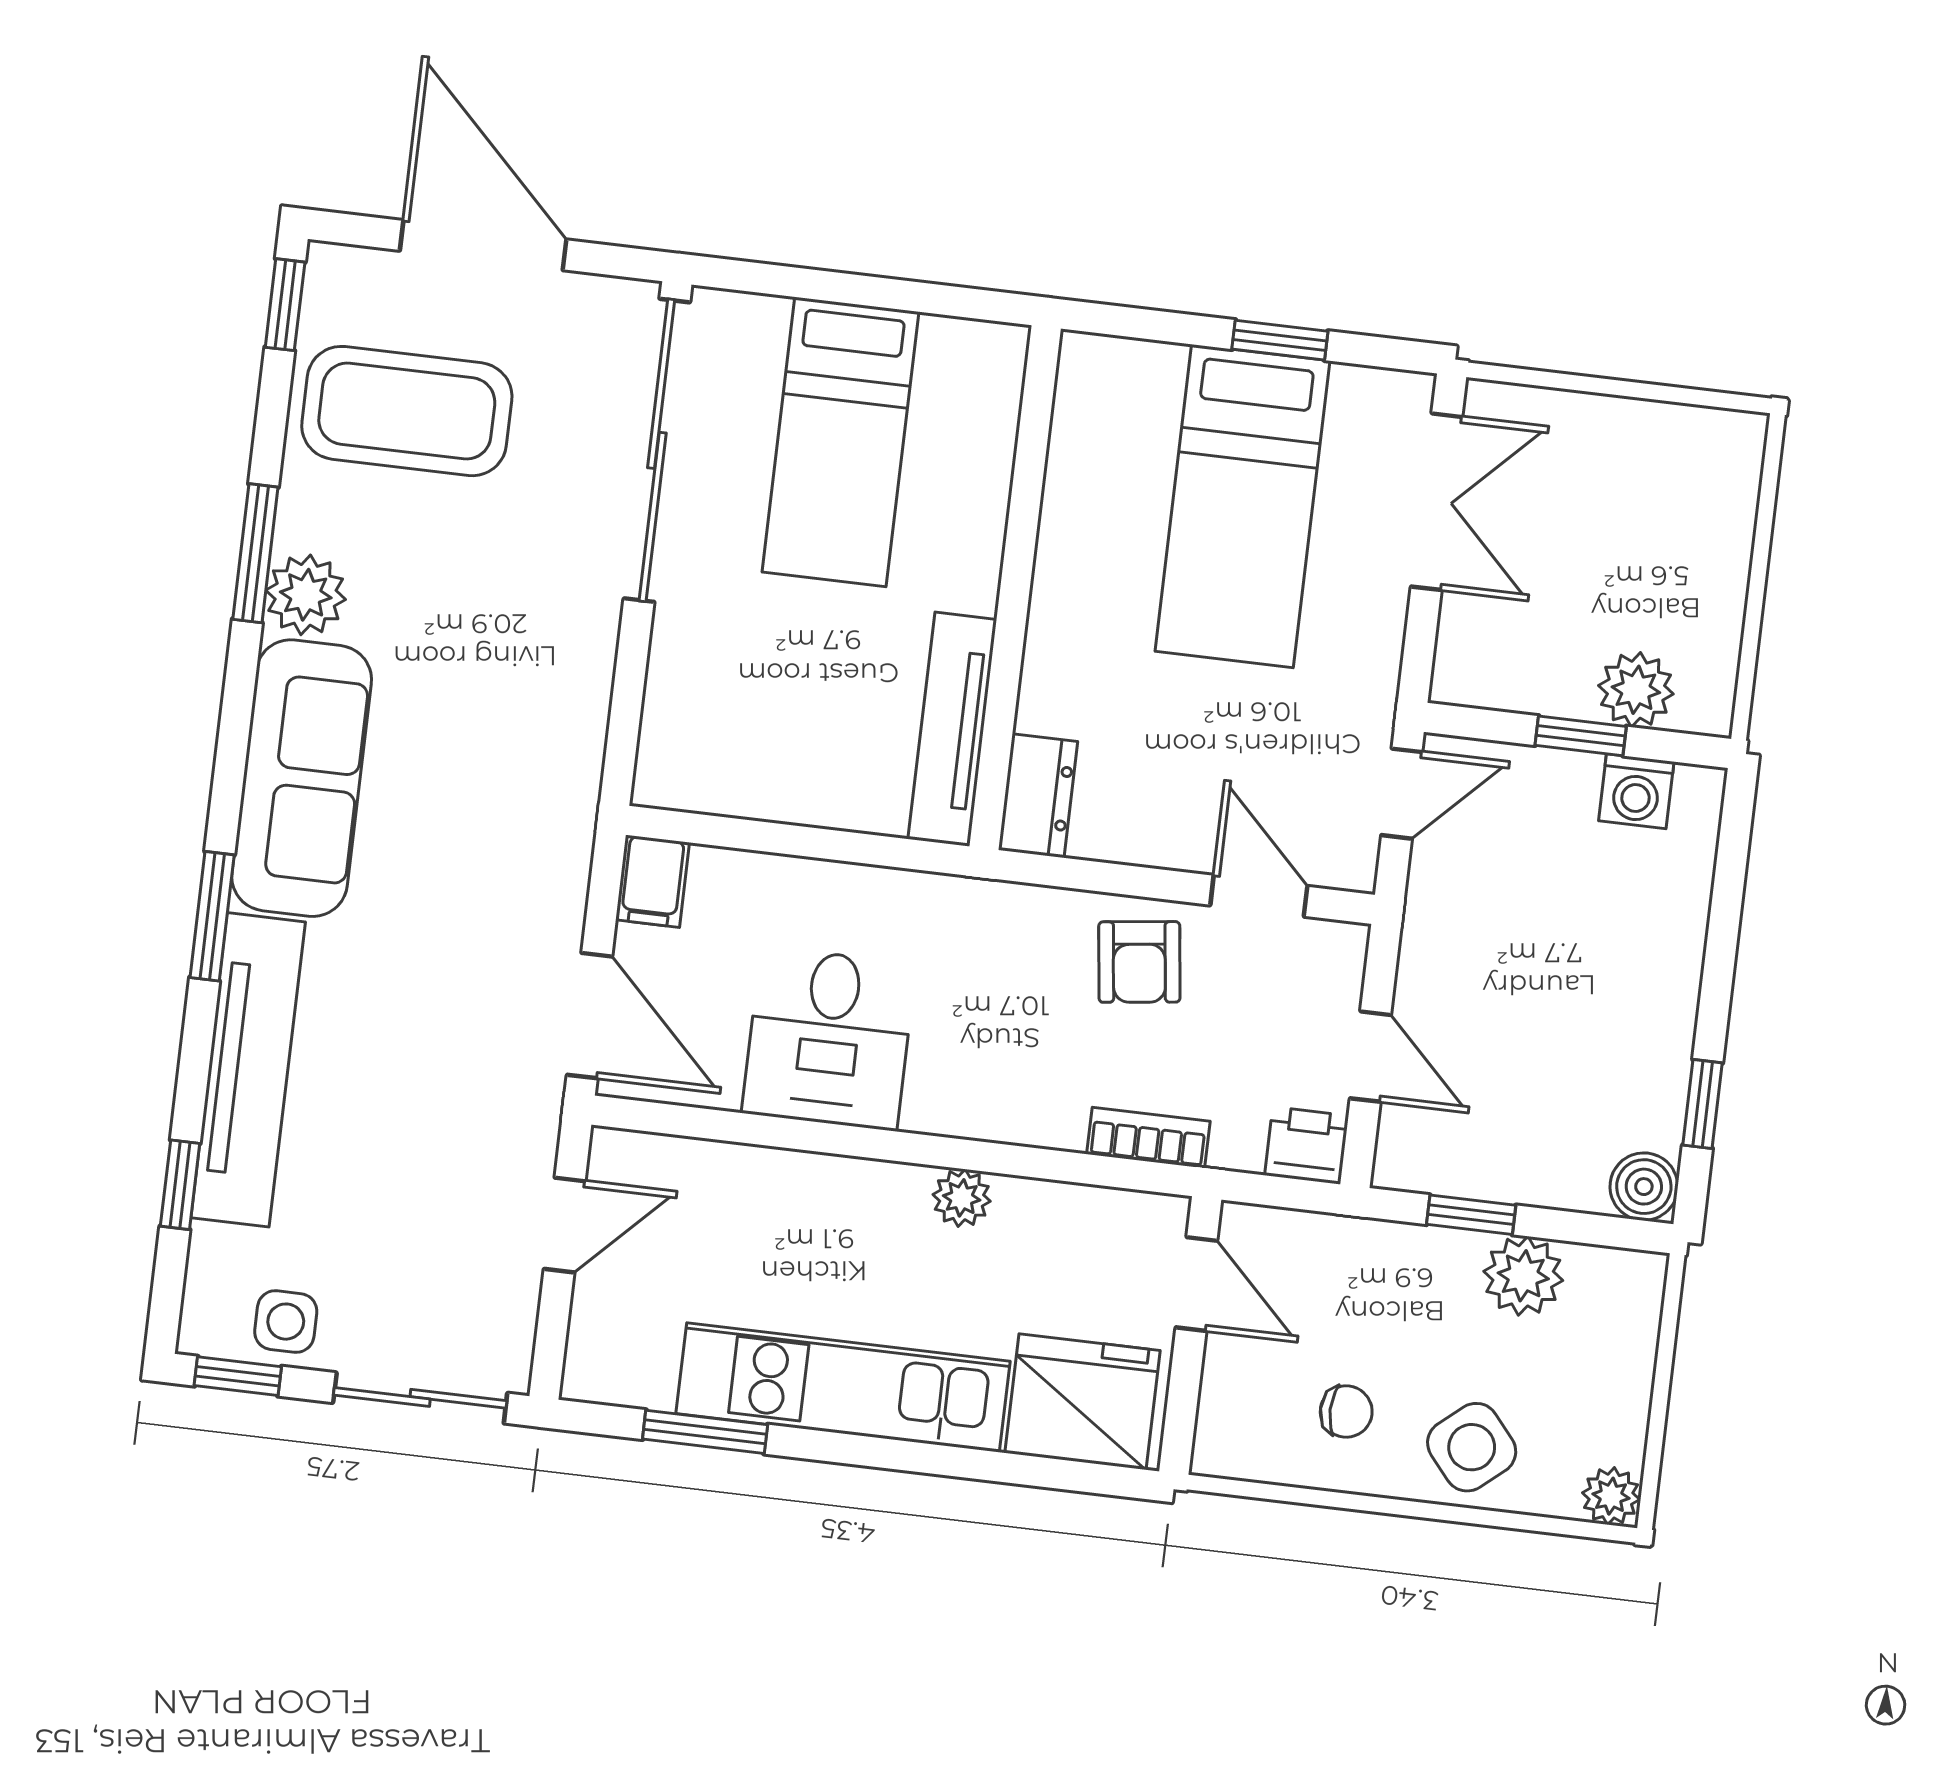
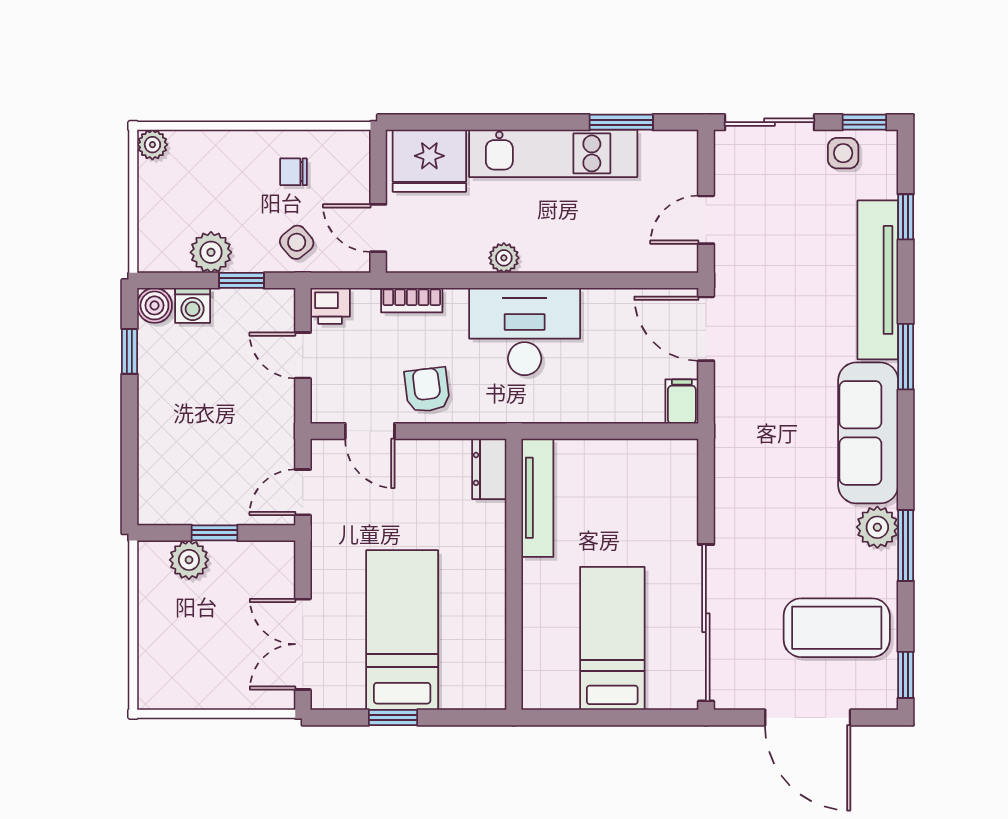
washing machine: (1636, 791) -> (193, 305), moved, turned 180
desk: (829, 1038) -> (525, 332), moved, width x1.37
side table: (1472, 1447) -> (297, 242), moved, width x0.73, depth x0.73

